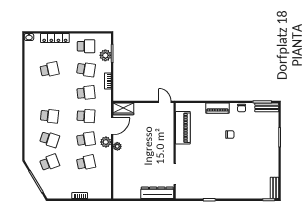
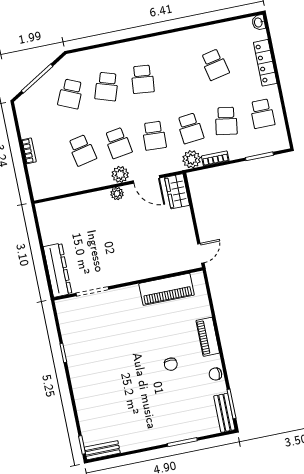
plant: (105, 55) -> (192, 159), moved
school desk: (50, 163) -> (71, 94), turned 45

